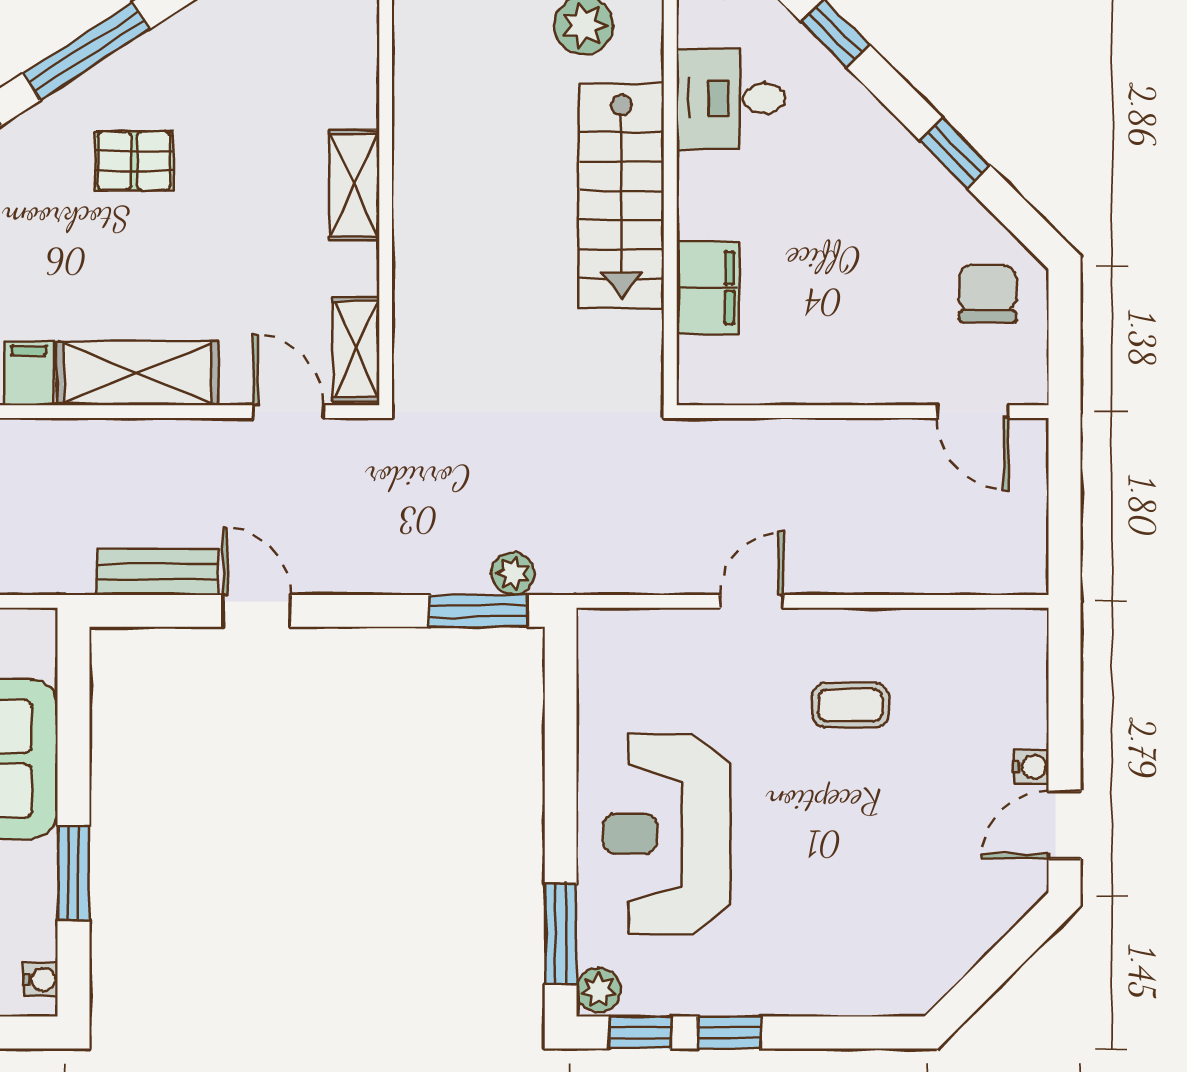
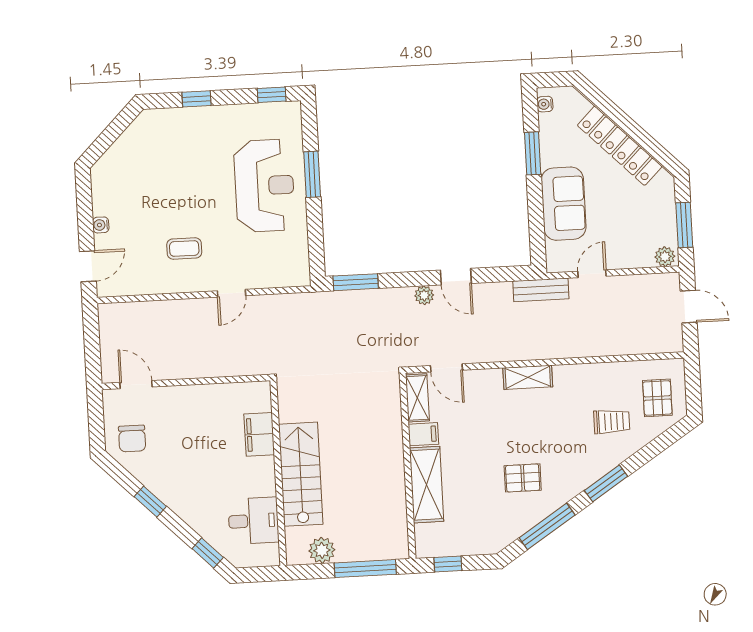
shelving: (354, 185) -> (427, 485), width x1.50, depth x1.33
filing cabinet: (29, 373) -> (423, 434), moved, turned -90
shelving: (138, 373) -> (528, 377), width x0.67, depth x0.75
bench: (158, 572) -> (541, 290), moved
plant: (513, 574) -> (424, 295), moved
door: (1064, 825) -> (88, 266), moved
window: (561, 934) -> (312, 174), moved
plant: (599, 990) -> (291, 113), removed
window: (729, 1033) -> (197, 99), moved

